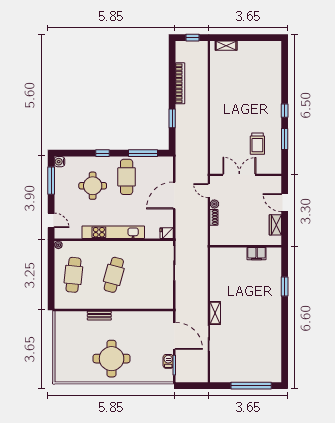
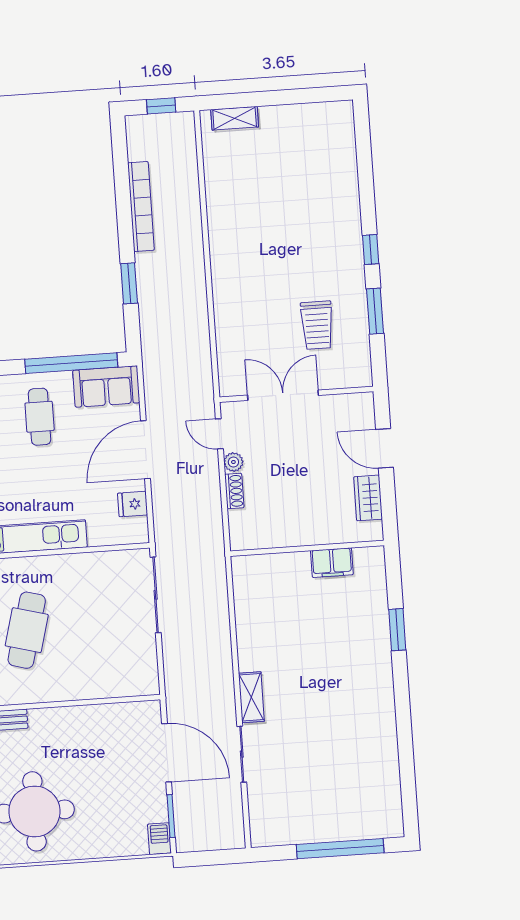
window: (143, 153) -> (71, 363), width x1.46
sofa: (158, 165) -> (106, 386), added
cafe table: (127, 177) -> (40, 417), width x0.73, depth x0.74
fridge: (167, 233) -> (133, 504), moved
barbecue: (168, 361) -> (159, 839), moved

